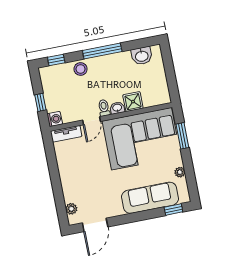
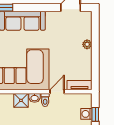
washing machine: (55, 119) -> (86, 114), moved
plant: (71, 209) -> (87, 44), moved

